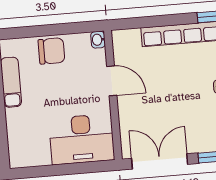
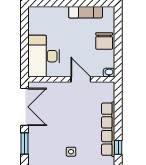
door: (112, 81) -> (81, 79), swing flipped

